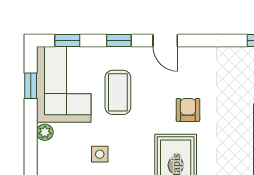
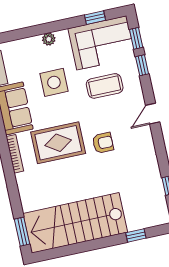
window: (119, 40) -> (142, 65), moved
plant: (45, 132) -> (49, 39), moved
side table: (100, 154) -> (54, 82), width x1.87, depth x1.87

